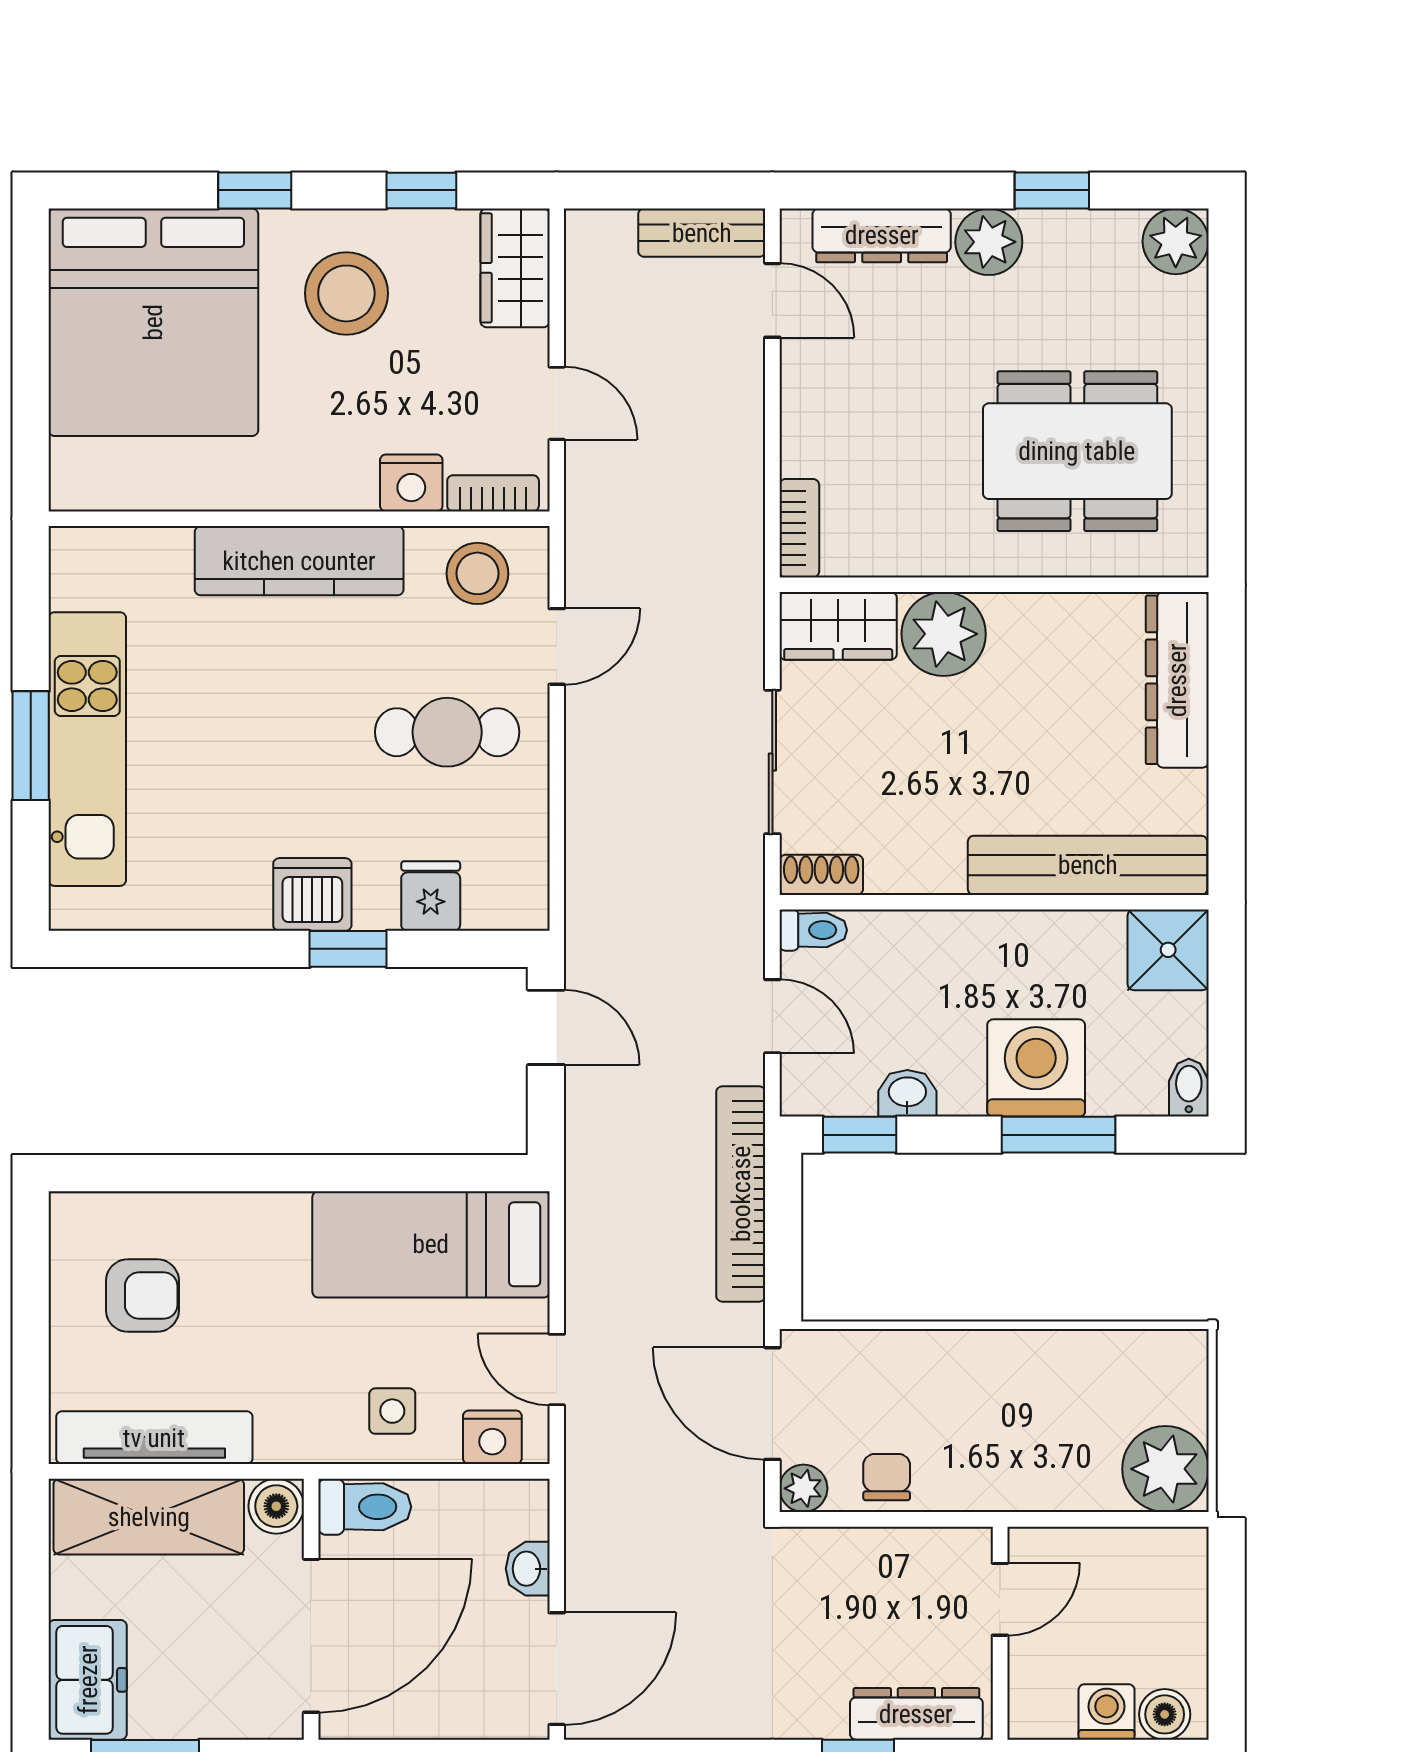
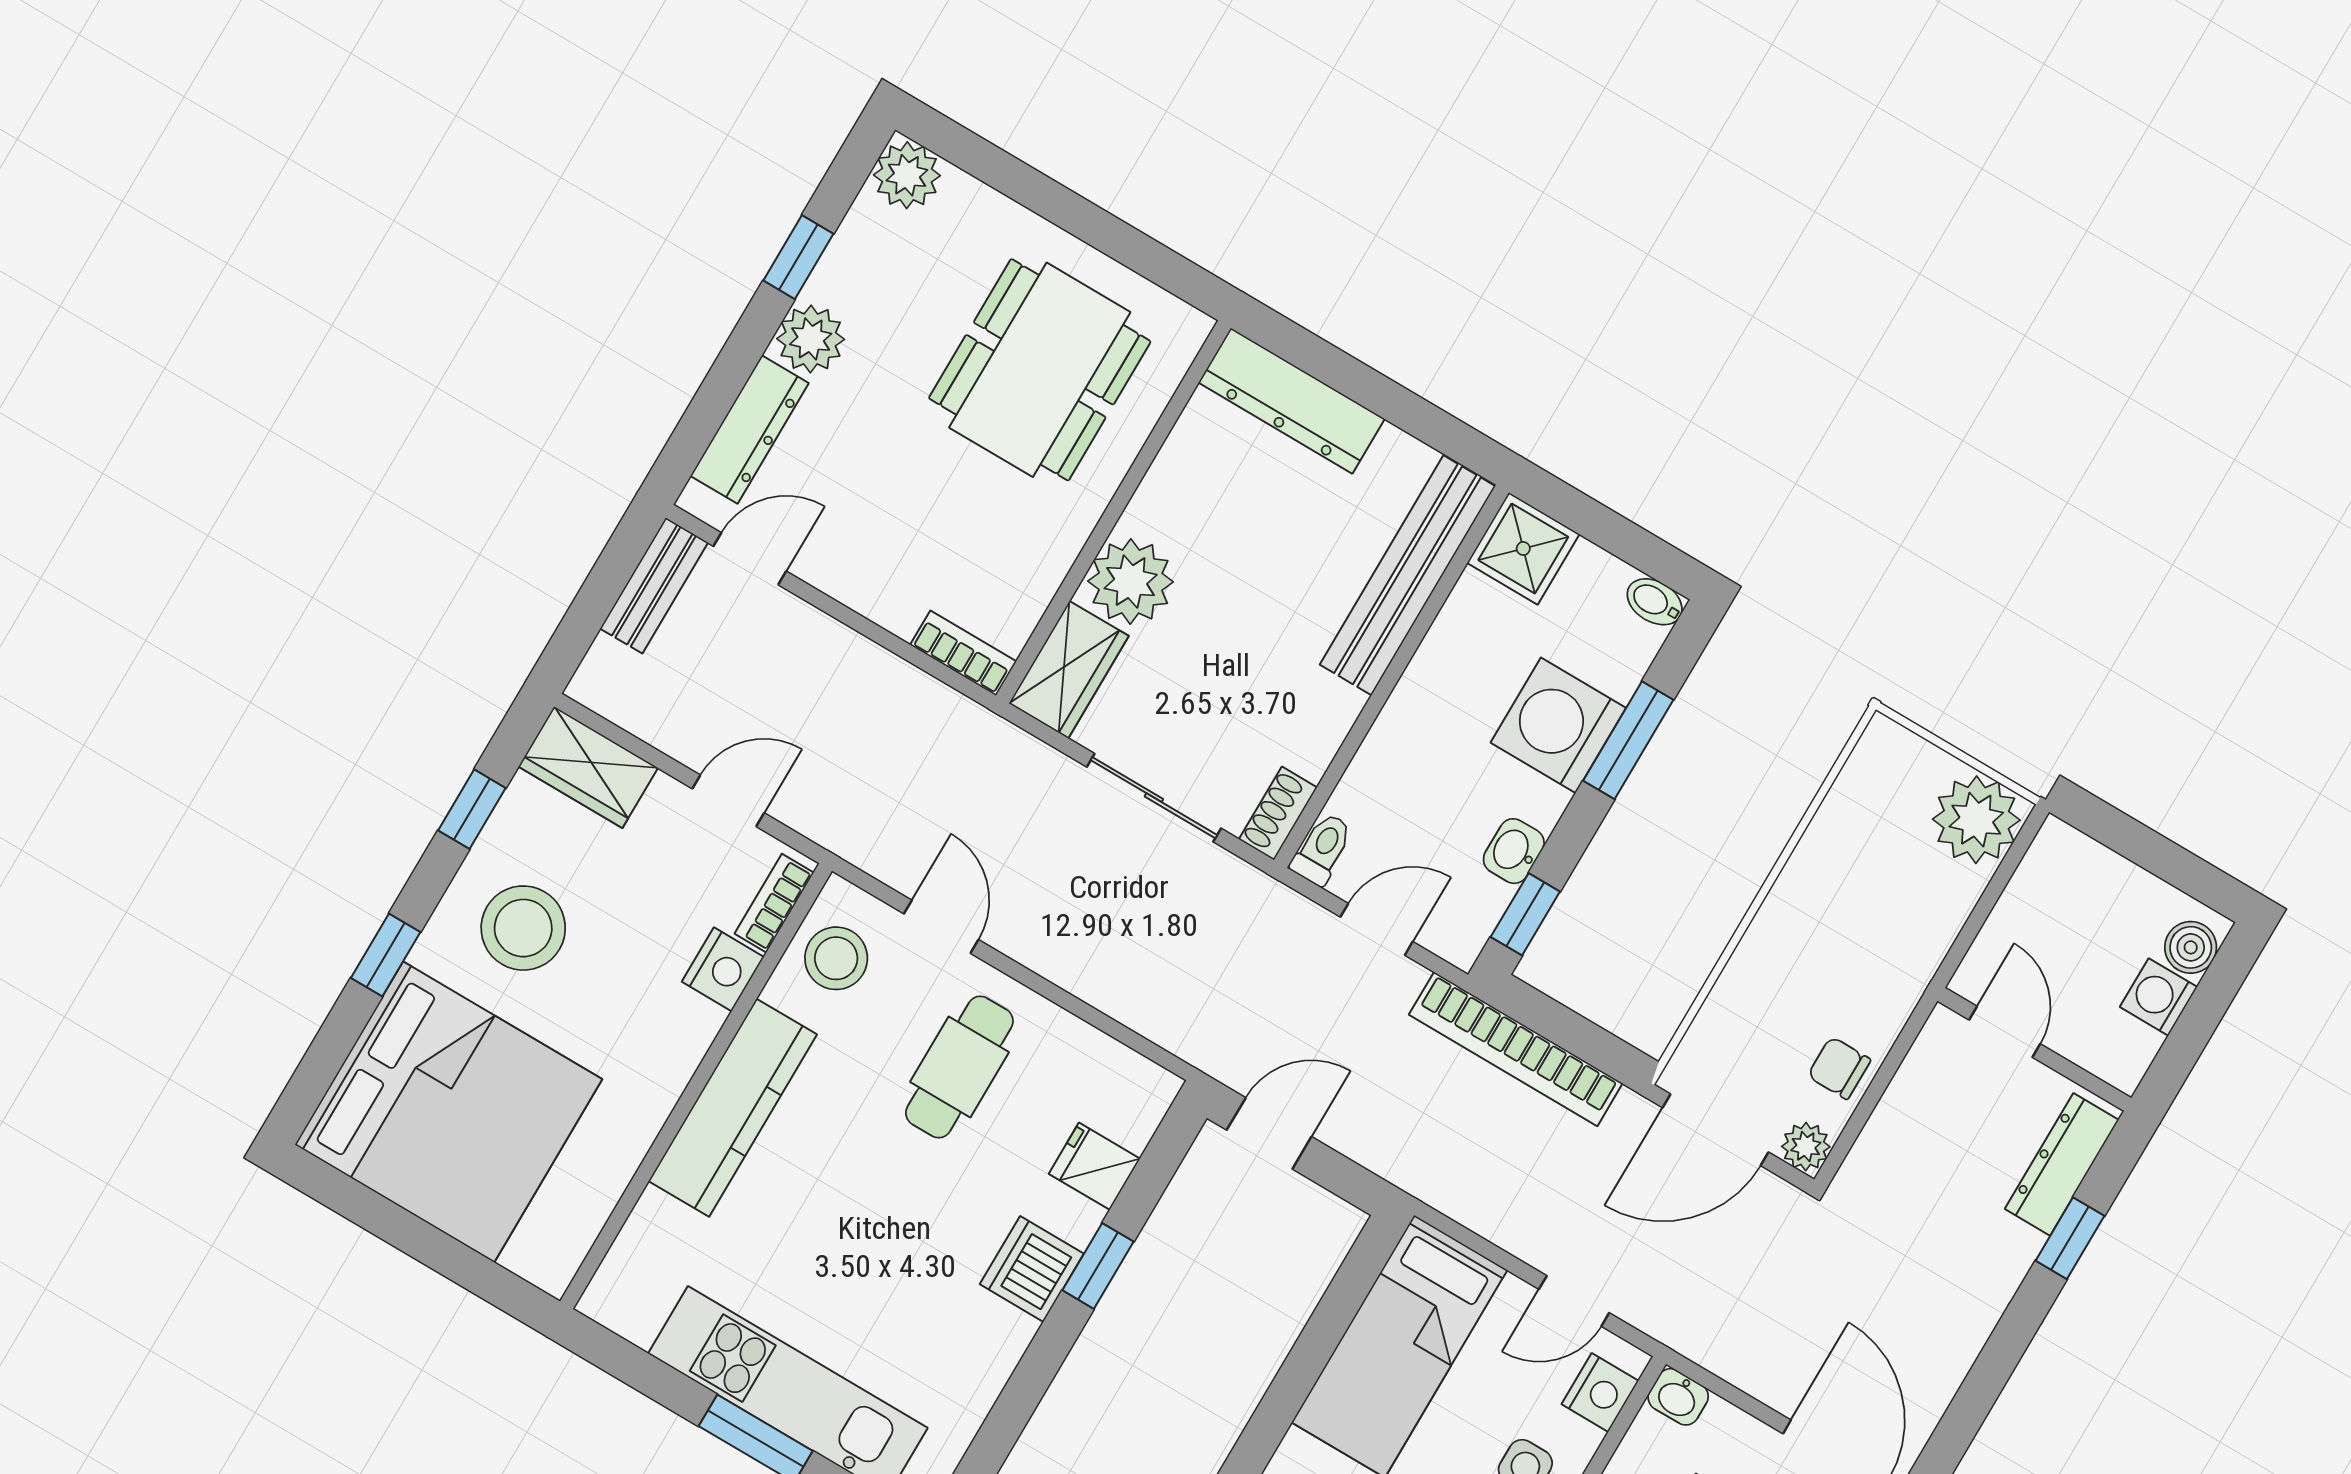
washbasin: (528, 1569) -> (1678, 1397), moved

